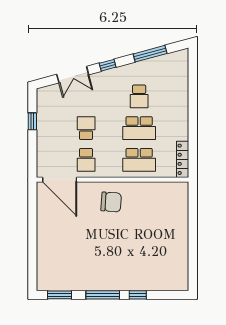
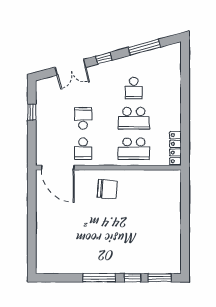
window: (59, 295) -> (160, 278), moved

